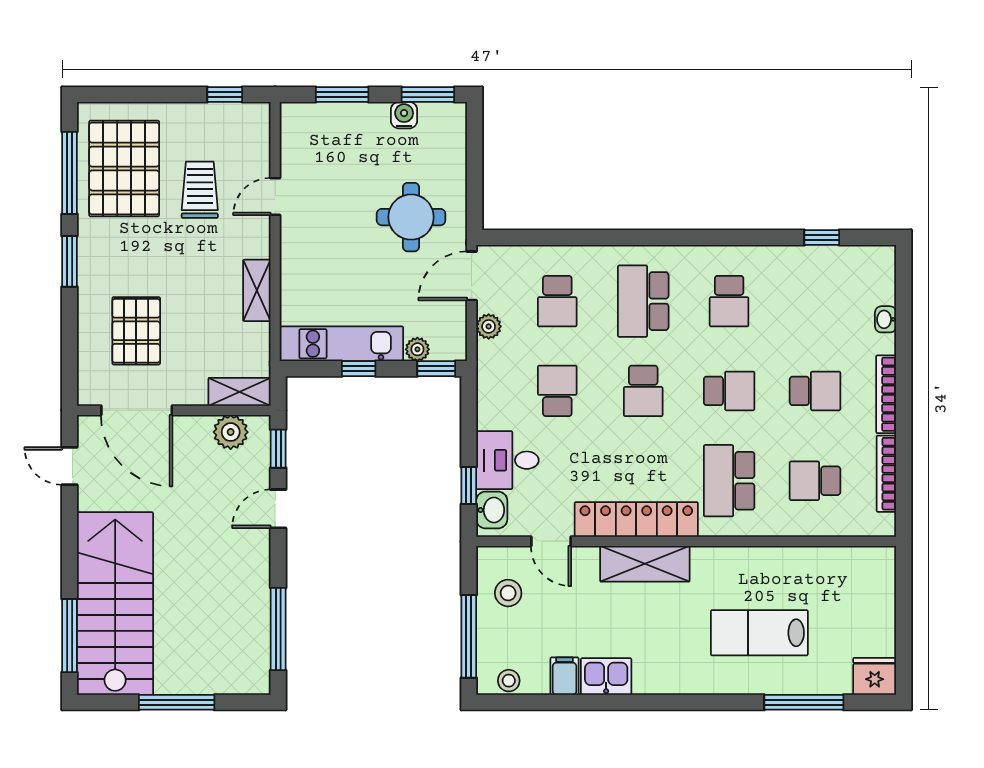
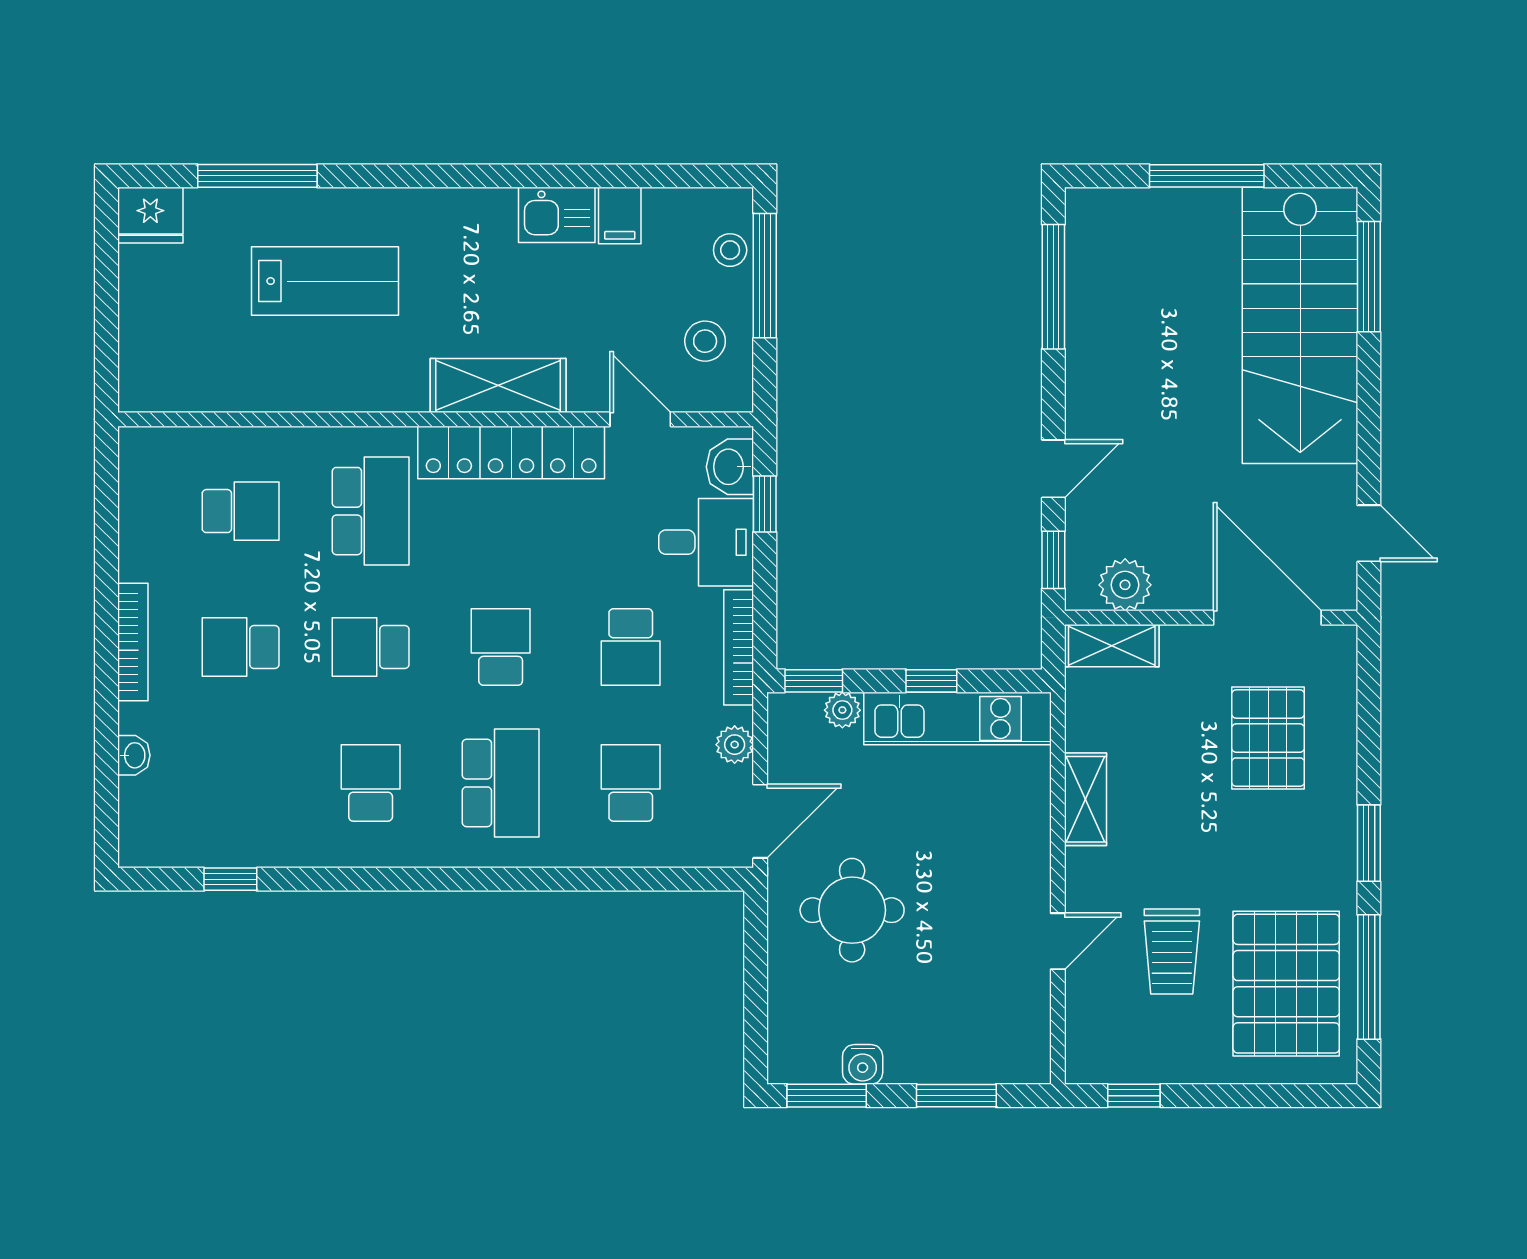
bookcase: (886, 474) -> (739, 647), moved, turned 180
stool: (509, 681) -> (730, 250), moved

